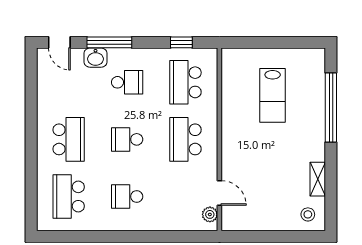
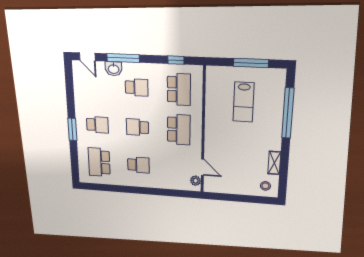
window: (280, 42) -> (251, 63), added
school desk: (186, 82) -> (179, 89), turned 180
school desk: (69, 139) -> (97, 125), width x0.54
school desk: (186, 139) -> (179, 130), turned 180
window: (31, 148) -> (72, 129), added
school desk: (127, 197) -> (138, 165), turned 180

